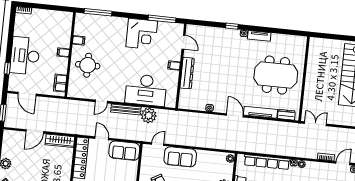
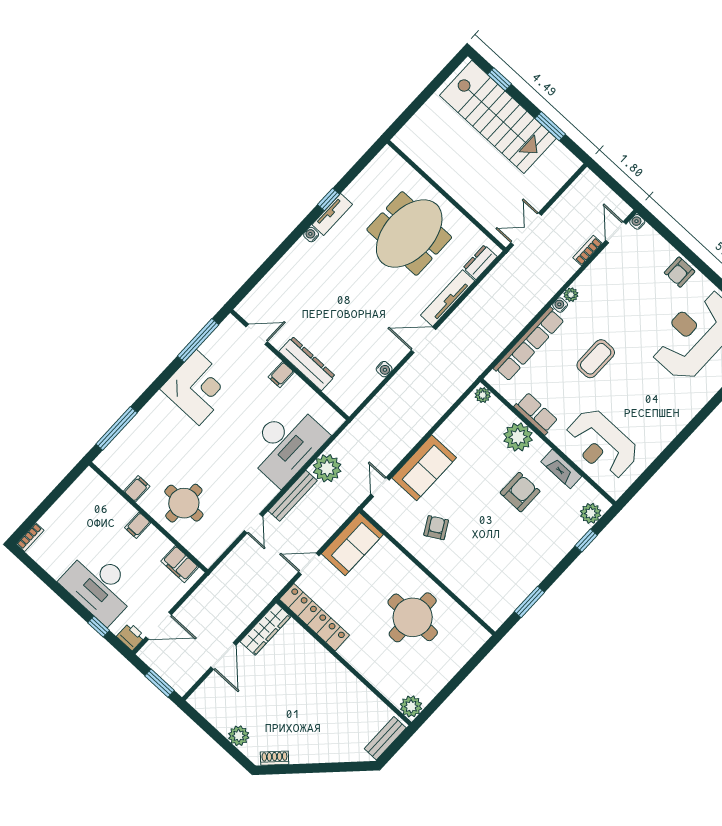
window: (232, 26) -> (329, 199), moved
printer: (13, 85) -> (131, 637), added

